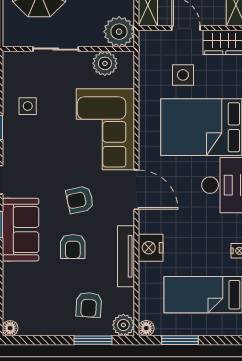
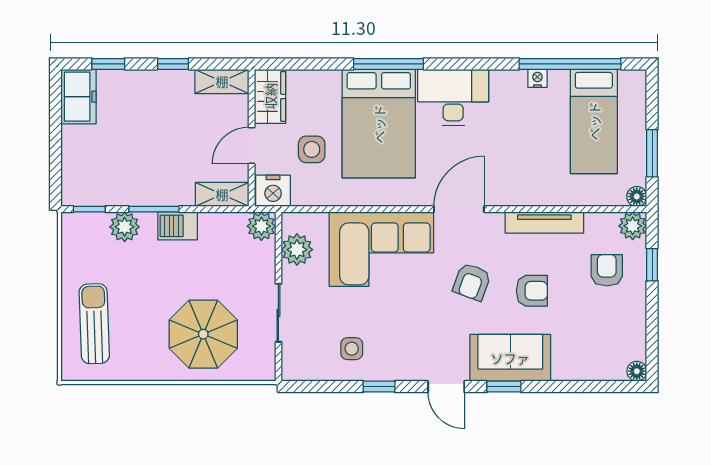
plant: (119, 32) -> (261, 226), width x0.73, depth x0.73
armchair: (80, 200) -> (472, 282), turned 32
nightstand: (151, 248) -> (273, 191), moved
armchair: (89, 305) -> (607, 270), turned -94
window: (93, 340) -> (652, 265), width x0.67

